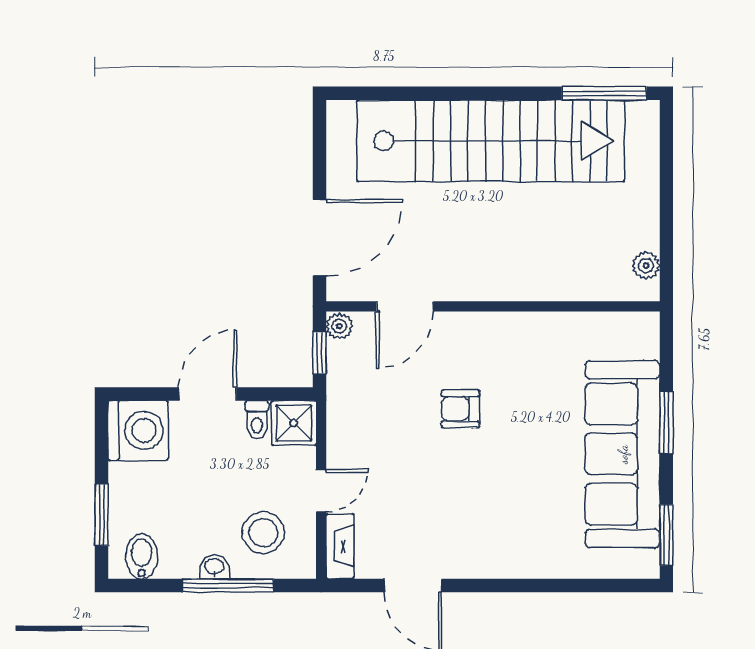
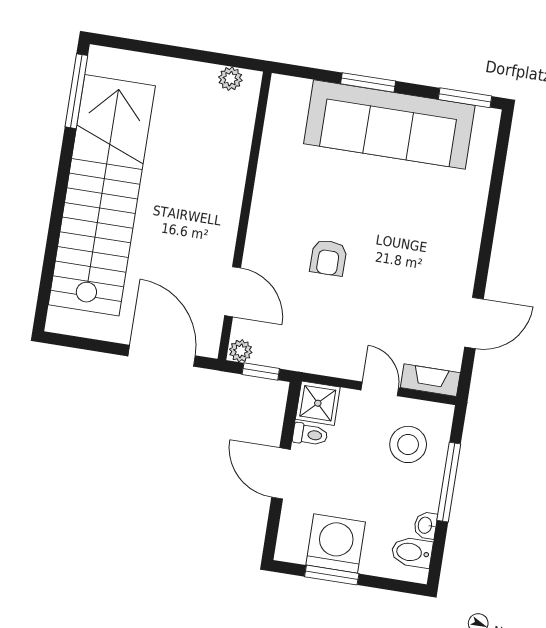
washing machine: (138, 430) -> (336, 543), moved
window: (102, 515) -> (332, 575), moved
washbasin: (214, 567) -> (426, 525), moved

